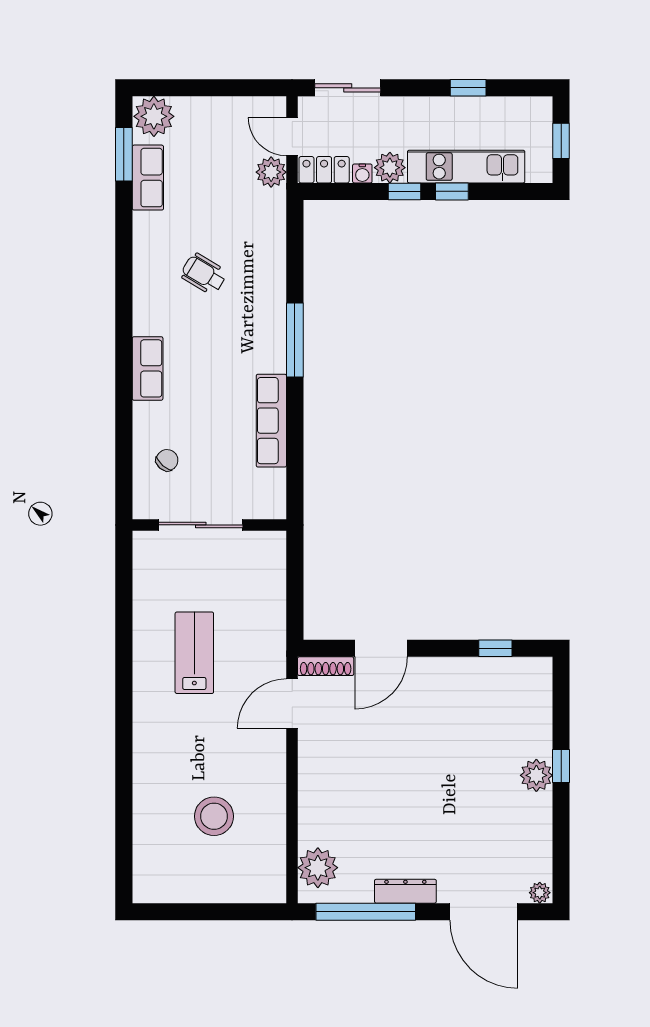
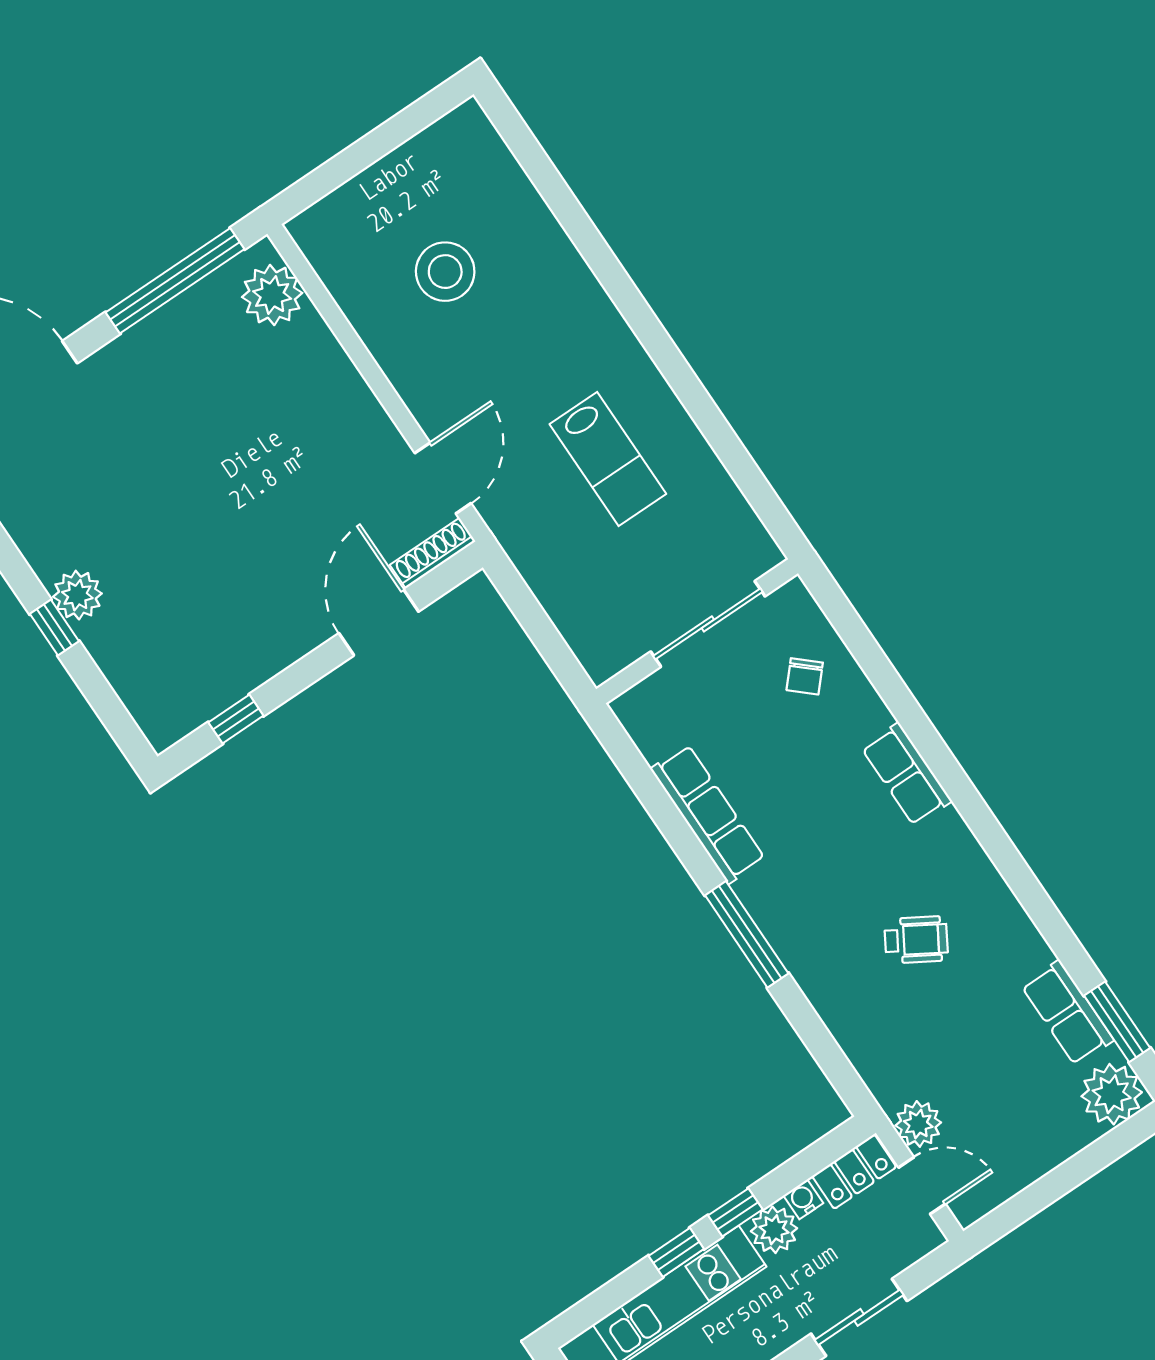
sliding door: (348, 88) -> (859, 1317), moved
dresser: (405, 891) -> (143, 340), removed

